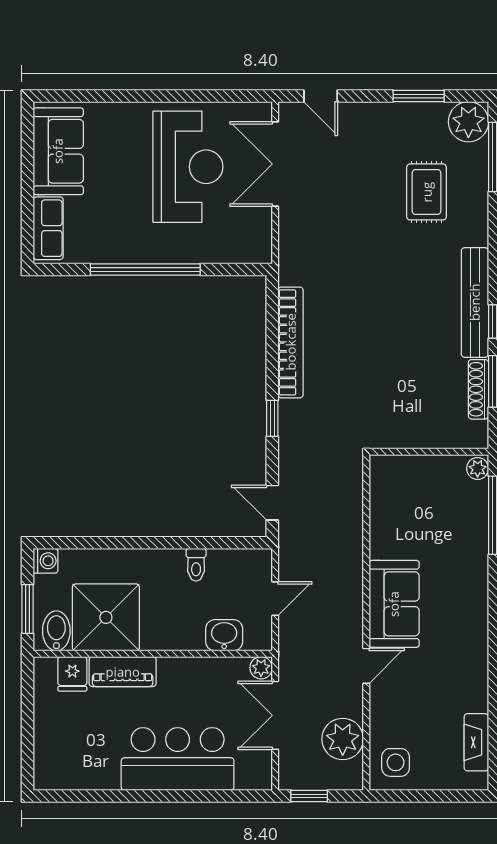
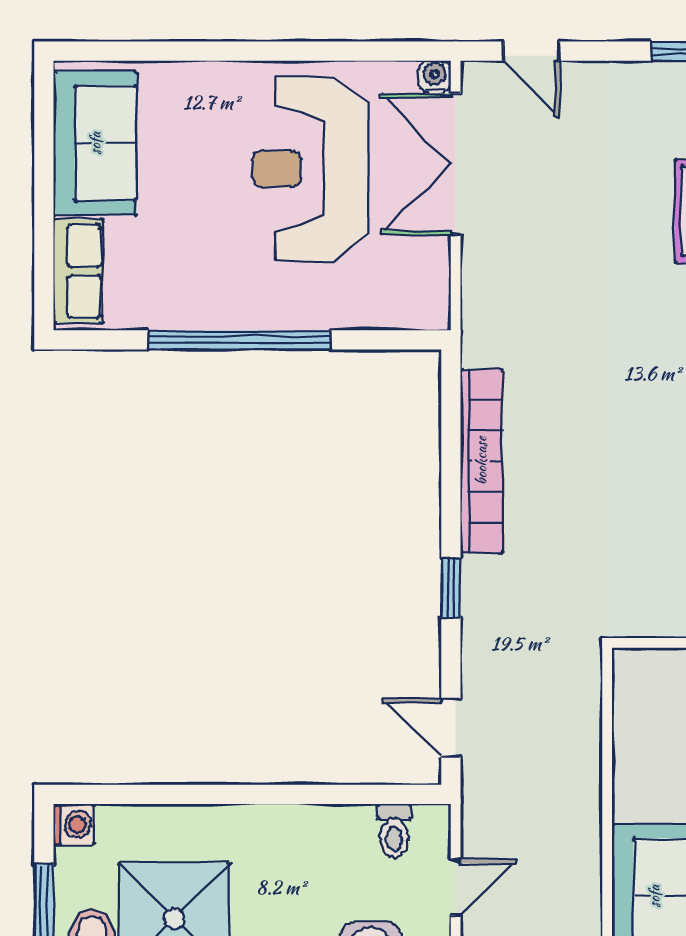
water cooler: (263, 111) -> (435, 77), added
reception desk: (188, 167) -> (311, 169), turned 180
toilet: (196, 565) -> (394, 831), moved

